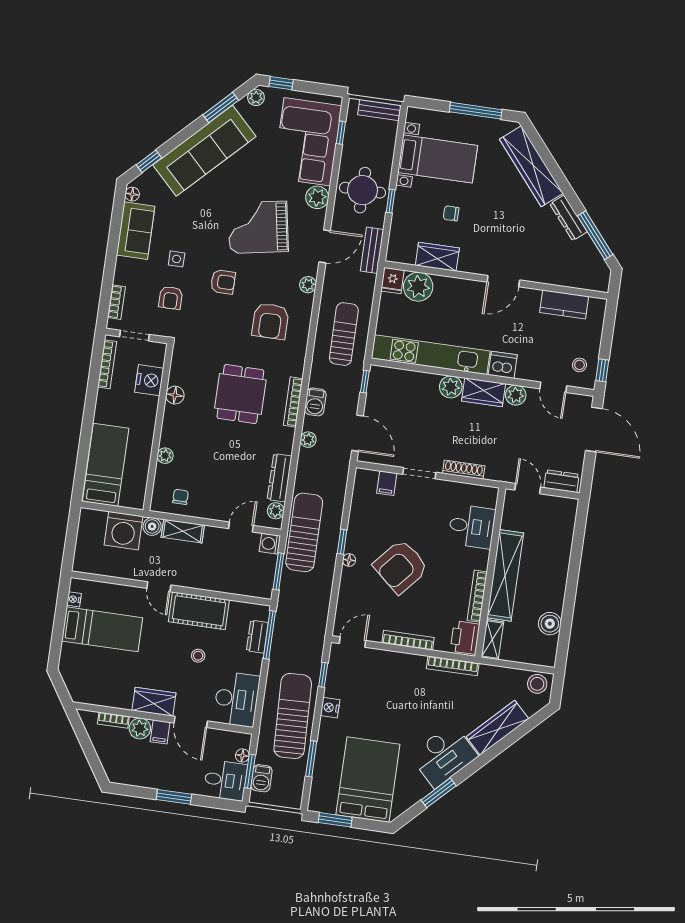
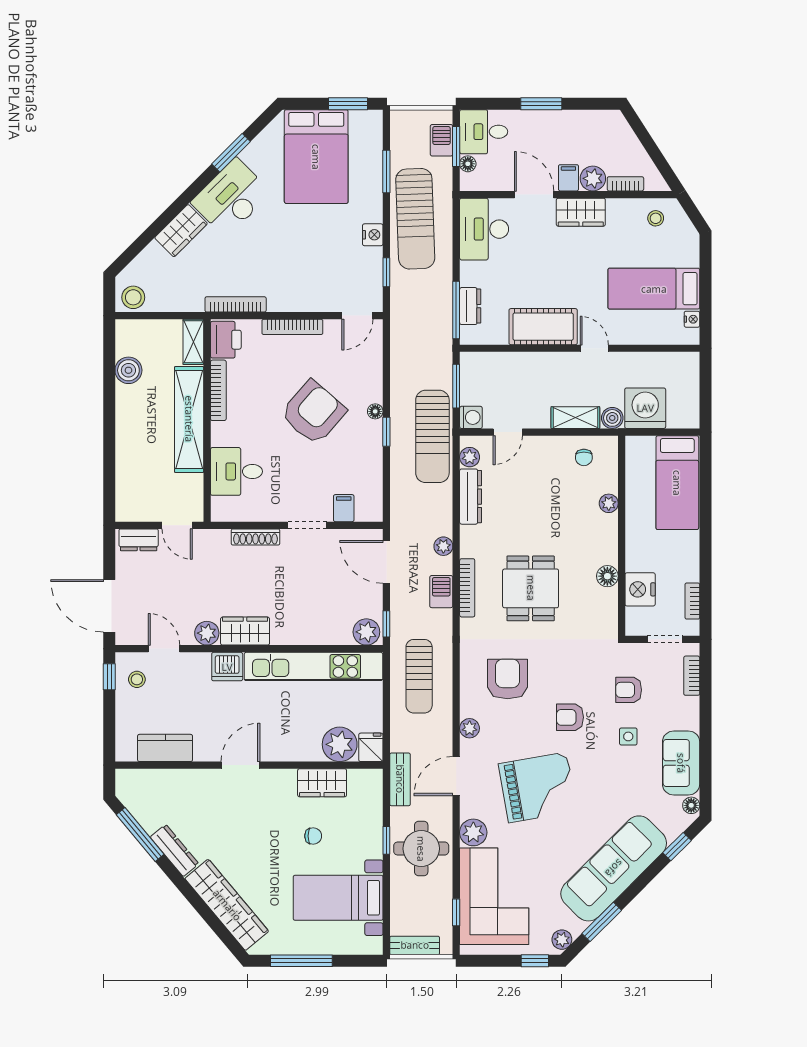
armchair: (171, 298) -> (629, 690), turned -90
bookcase: (107, 364) -> (692, 601), width x0.64
plant: (451, 387) -> (366, 632), moved
stool: (198, 656) -> (656, 218), moved
wardrobe: (497, 728) -> (181, 231), width x0.67

